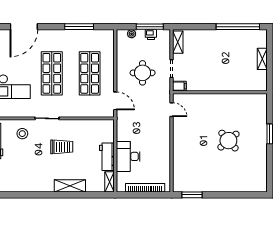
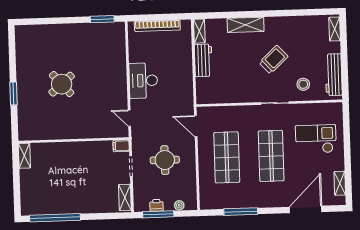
shelving: (262, 59) -> (24, 156), moved
trolley: (62, 147) -> (274, 60), moved, turned 137
desk: (128, 156) -> (143, 81), moved, turned 180

